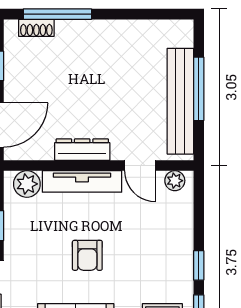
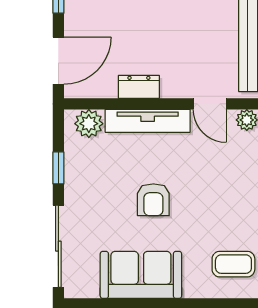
dresser: (82, 150) -> (139, 87), width x0.70

